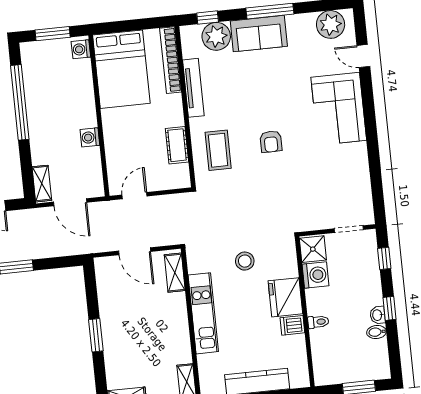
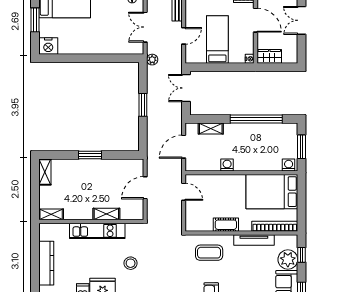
cot: (177, 145) -> (226, 225), moved
shelving: (42, 184) -> (211, 128), moved
shelving: (175, 273) -> (106, 214), moved

